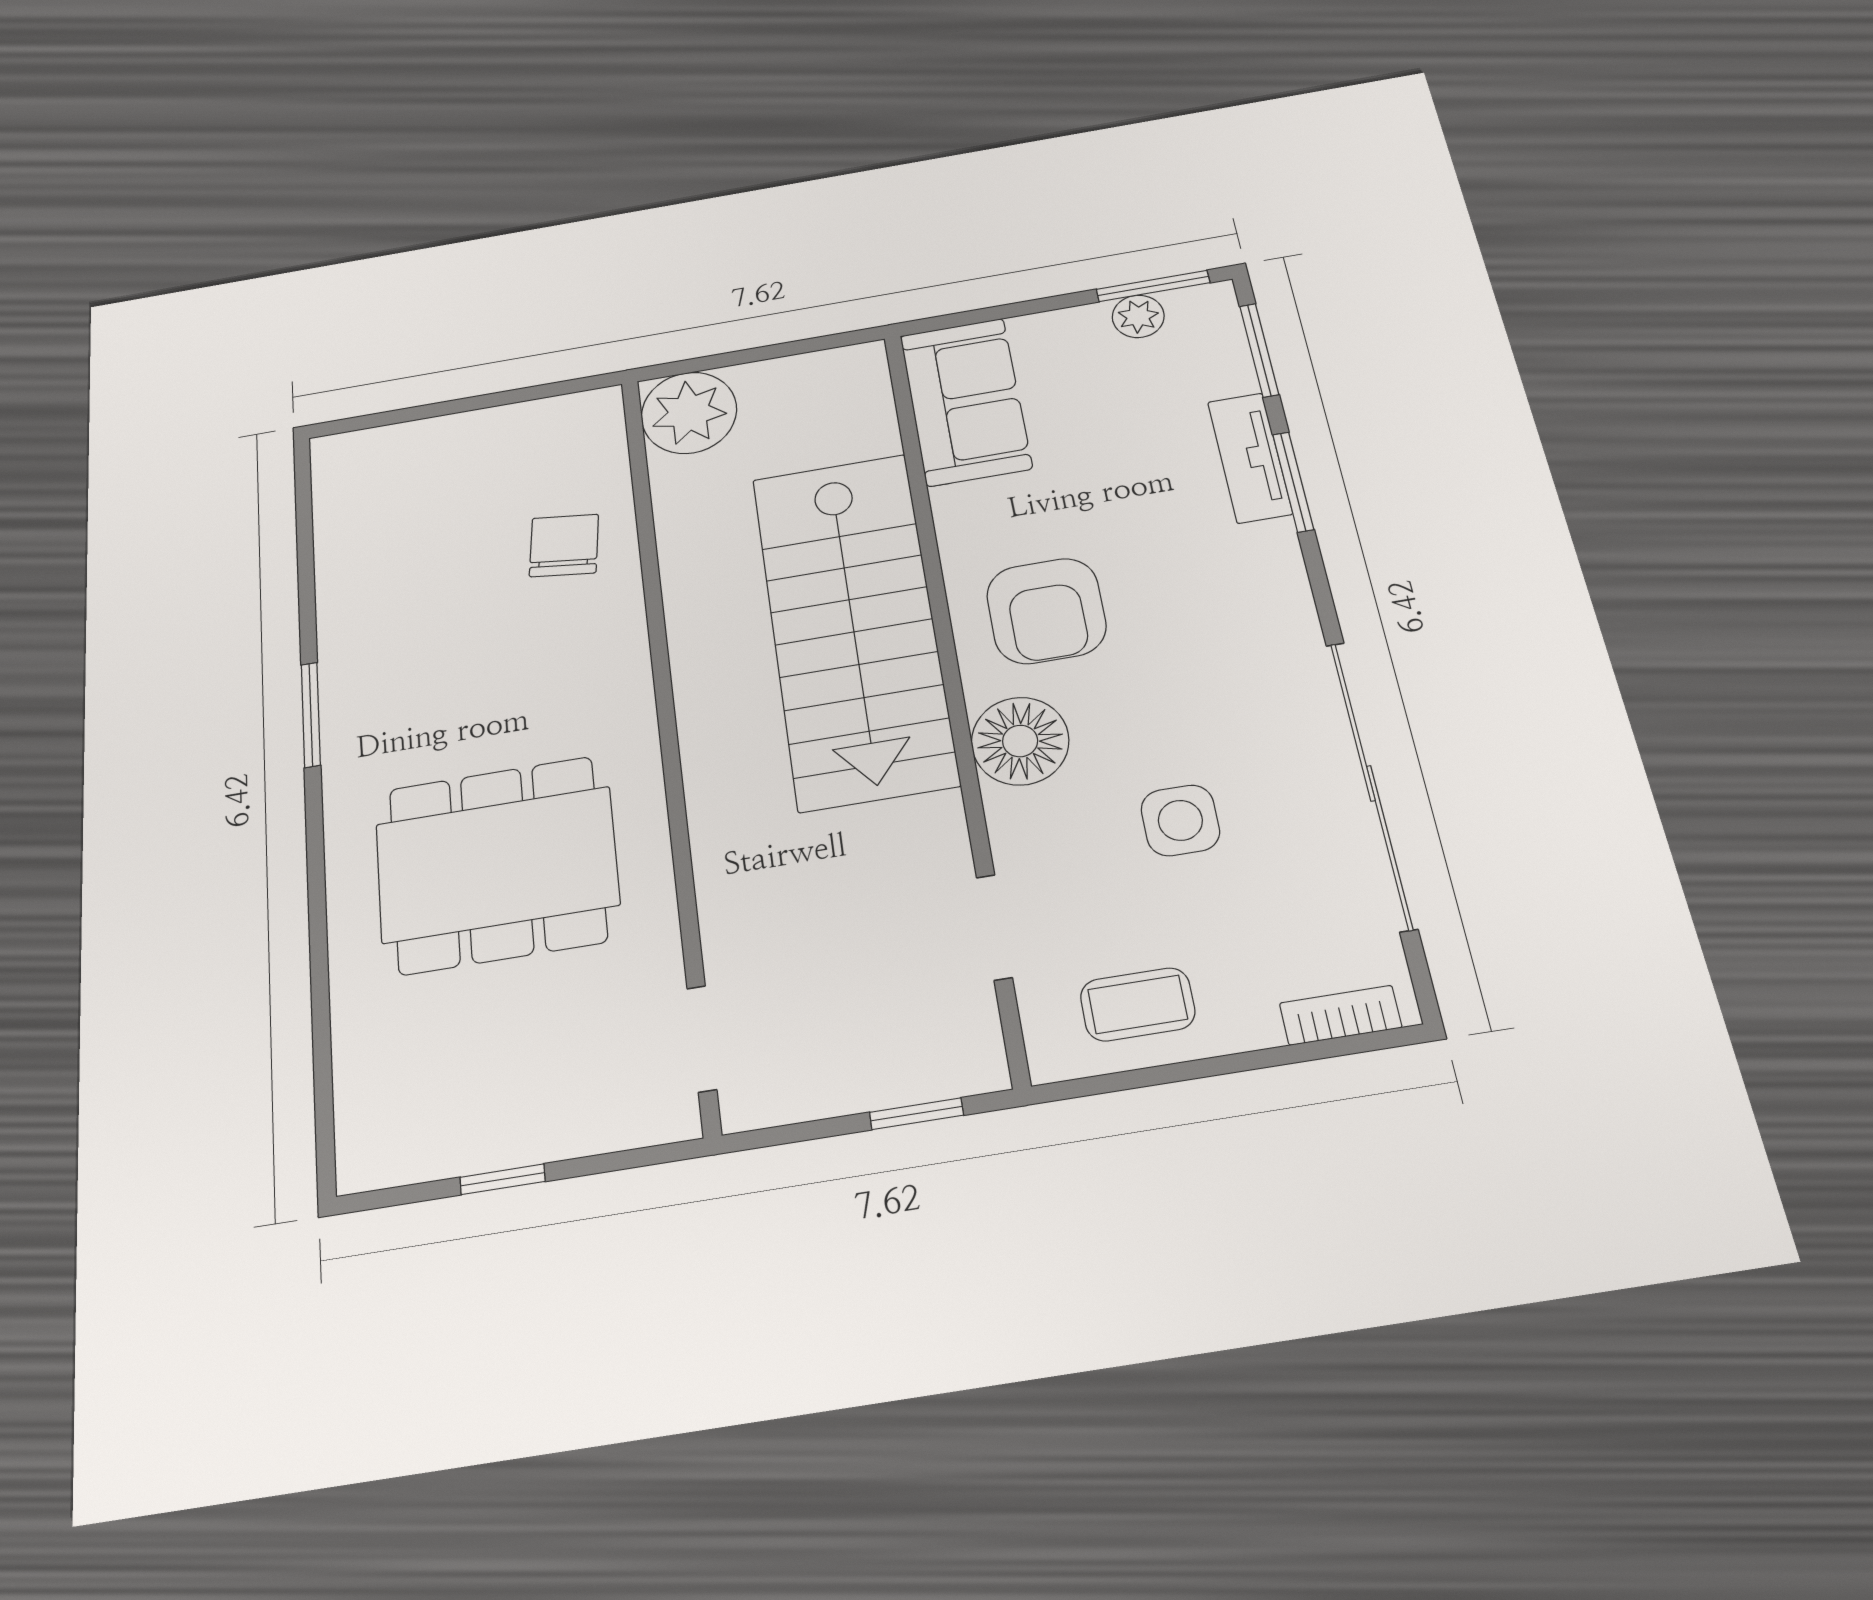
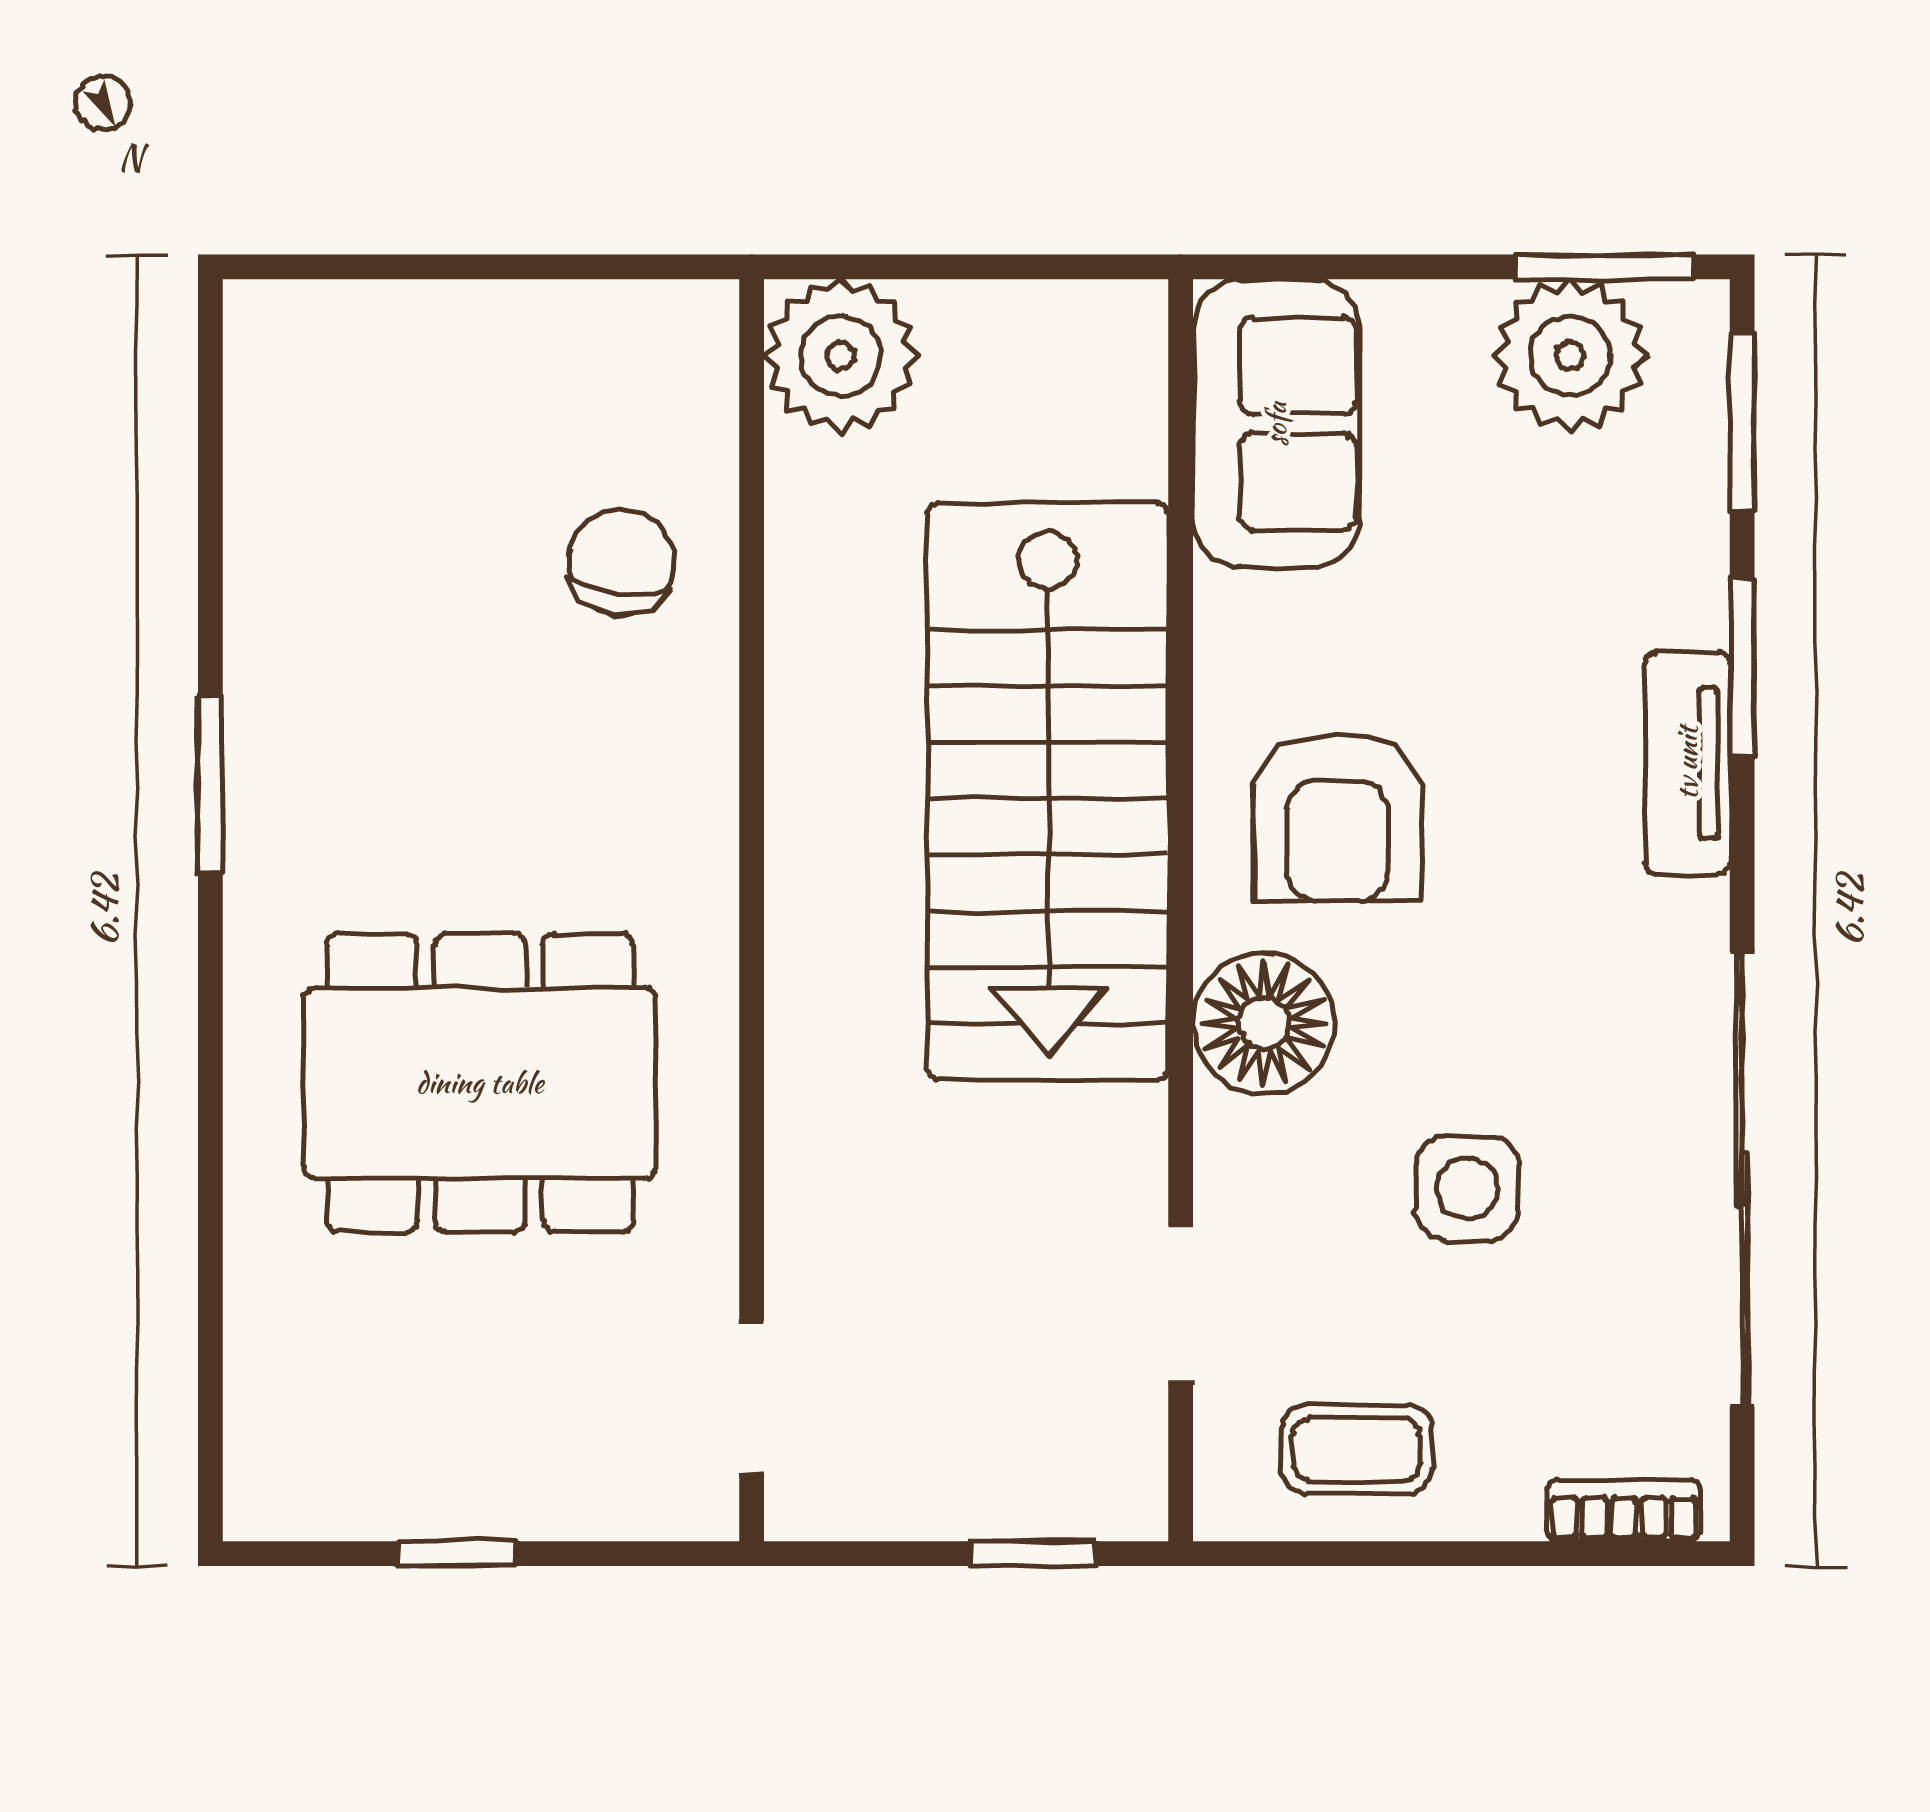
plant: (1138, 316) -> (1570, 356), width x1.88, depth x1.88
tv unit: (1250, 458) -> (1687, 763), moved

